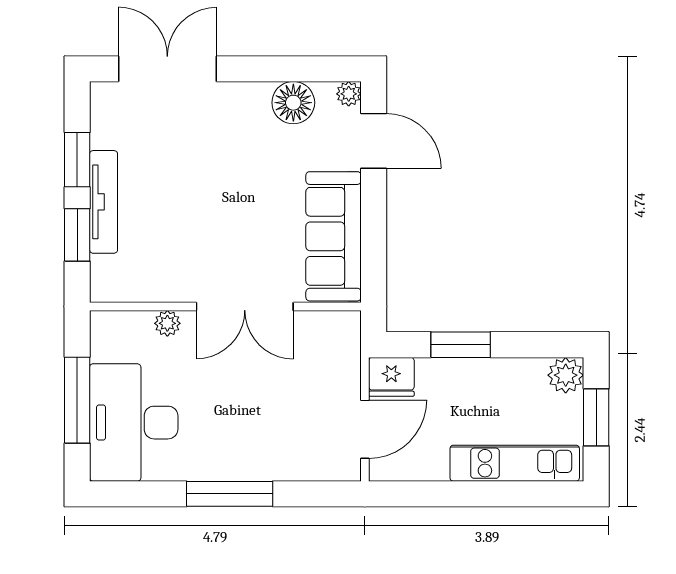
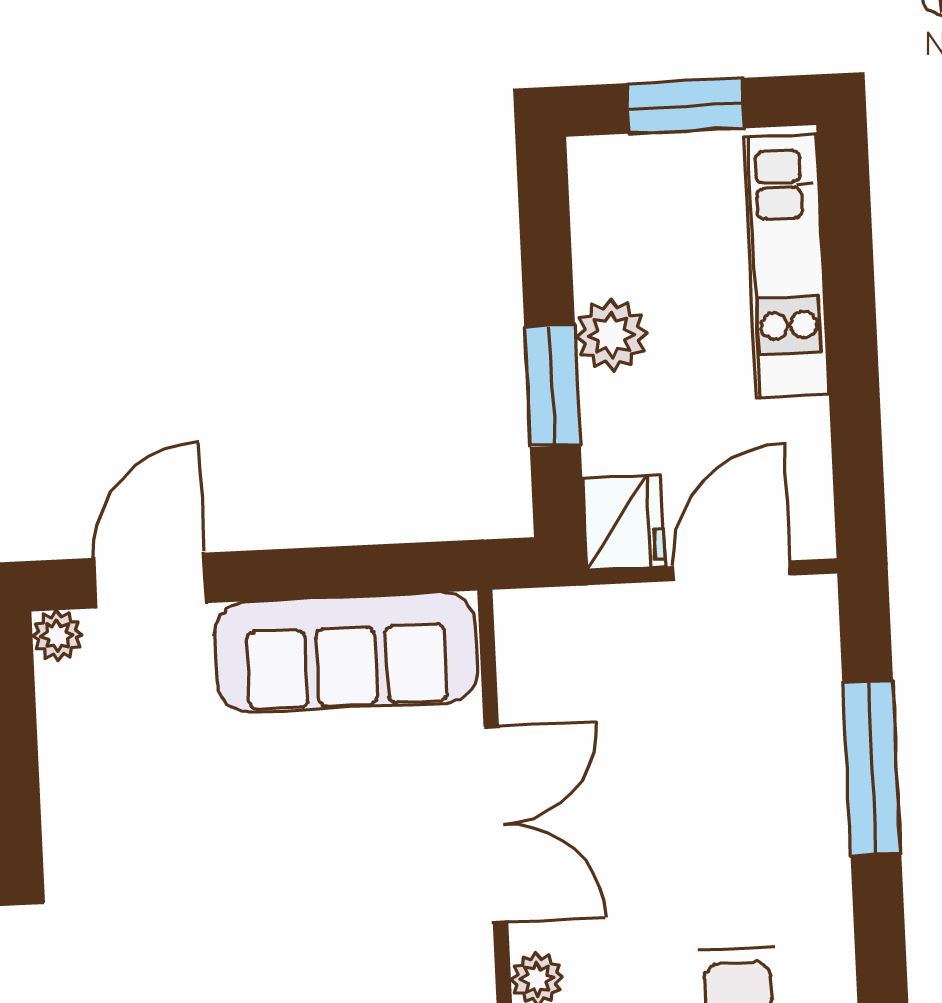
floor lamp: (293, 103) -> (80, 746), removed
plant: (566, 375) -> (612, 335), moved
door: (365, 429) -> (732, 571), hinge flipped
window: (230, 494) -> (872, 768), moved

